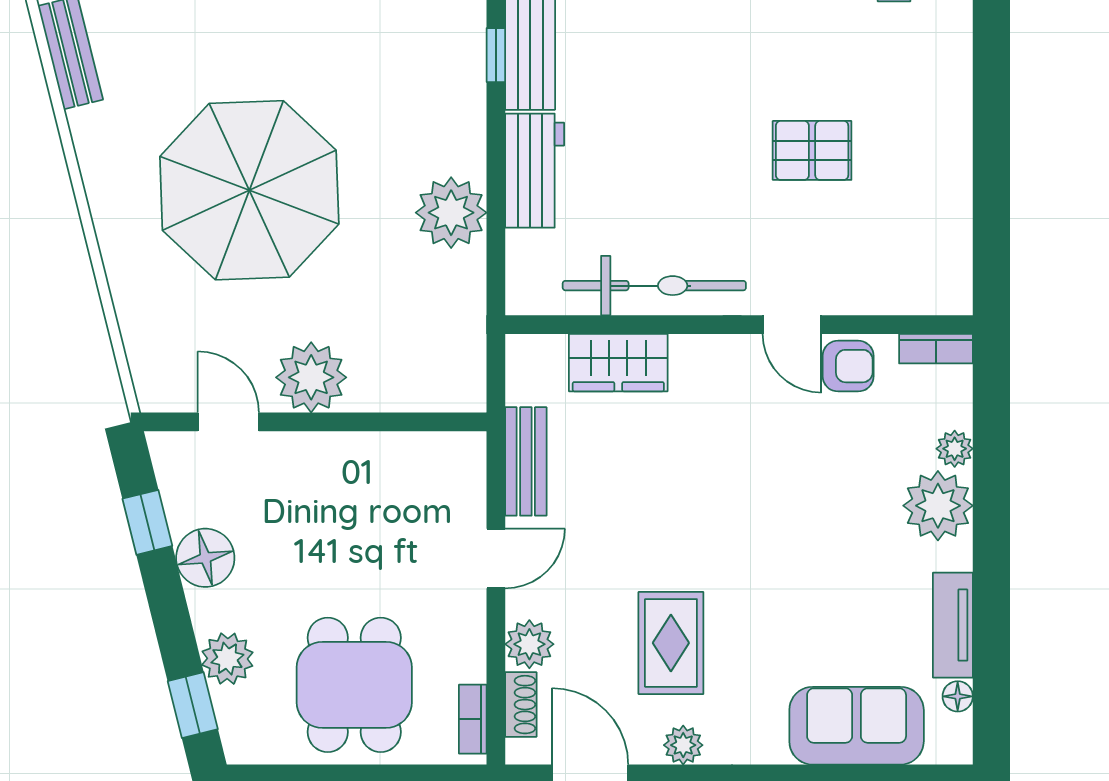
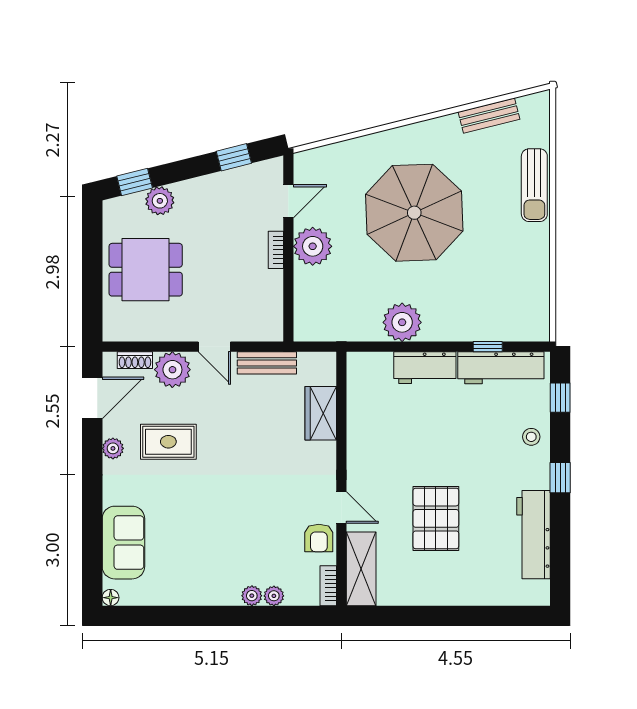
pallet: (812, 150) -> (436, 518), width x1.50, depth x1.42
bicycle: (654, 286) -> (362, 433), removed
shelving: (905, 288) -> (361, 569), added
door: (792, 325) -> (341, 508), swing flipped
plant: (938, 506) -> (252, 596), width x0.53, depth x0.53
floor lamp: (205, 558) -> (215, 189), removed
tv unit: (953, 625) -> (178, 595), removed
plant: (529, 644) -> (172, 370), width x1.36, depth x1.36
floor lamp: (958, 696) -> (111, 598), moved
bookcase: (473, 719) -> (276, 250), moved, turned -90

